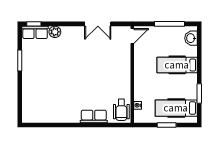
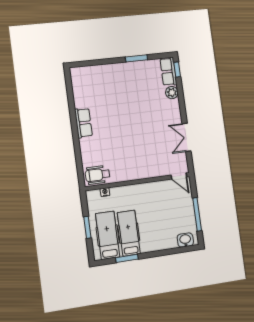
hospital bed: (177, 65) -> (129, 233), moved
row of seats: (94, 116) -> (83, 123), moved

